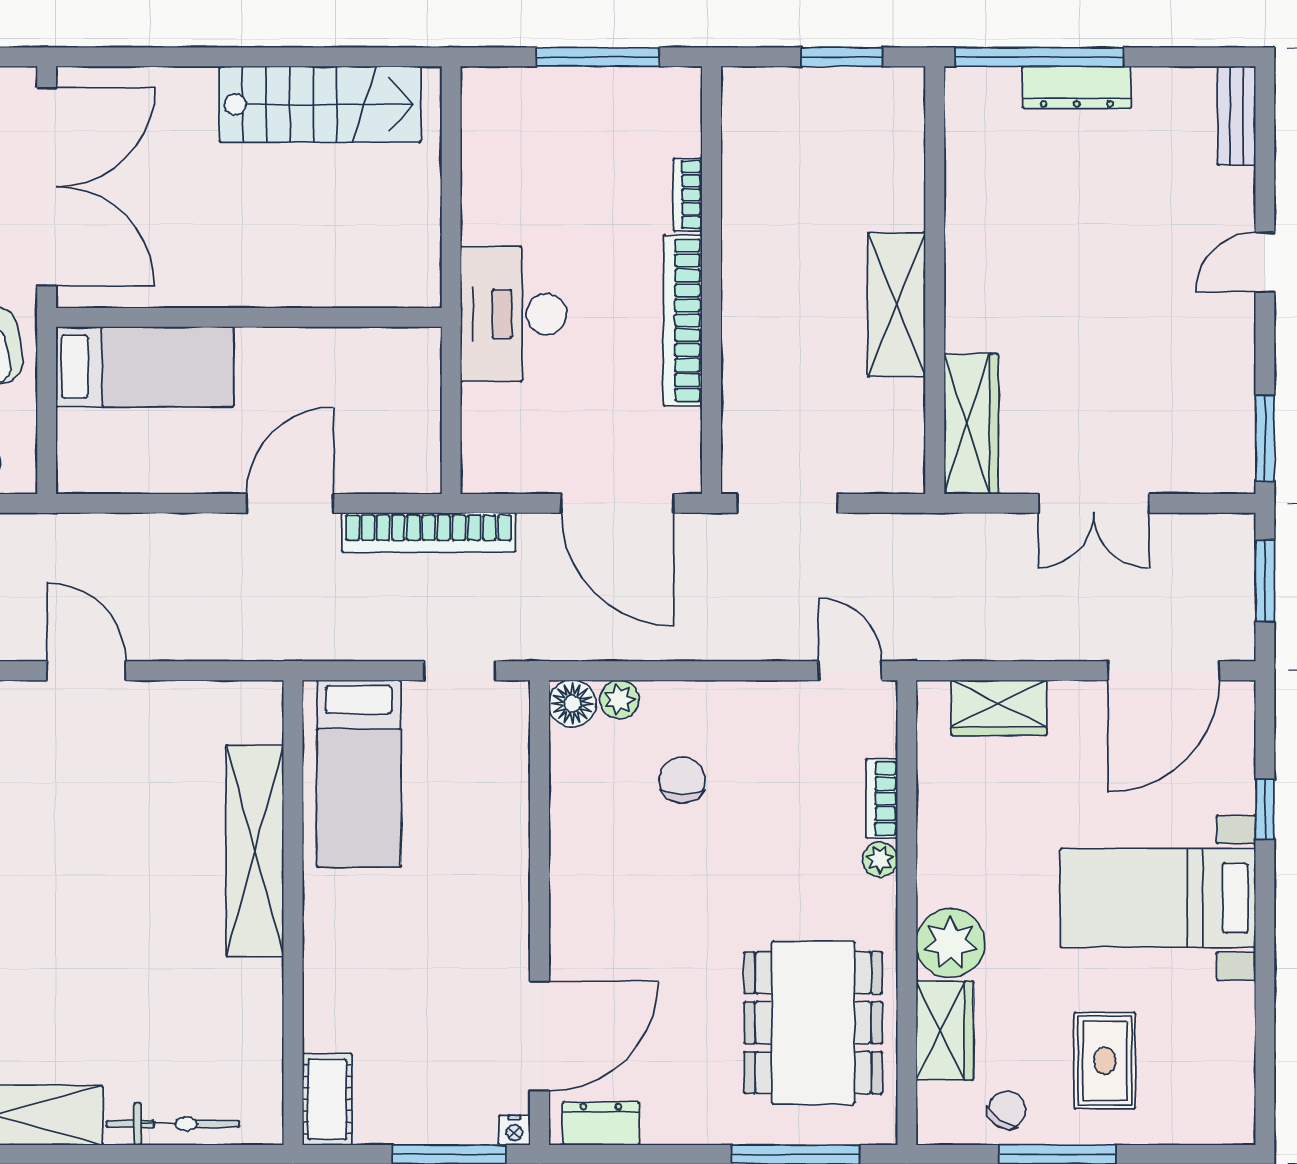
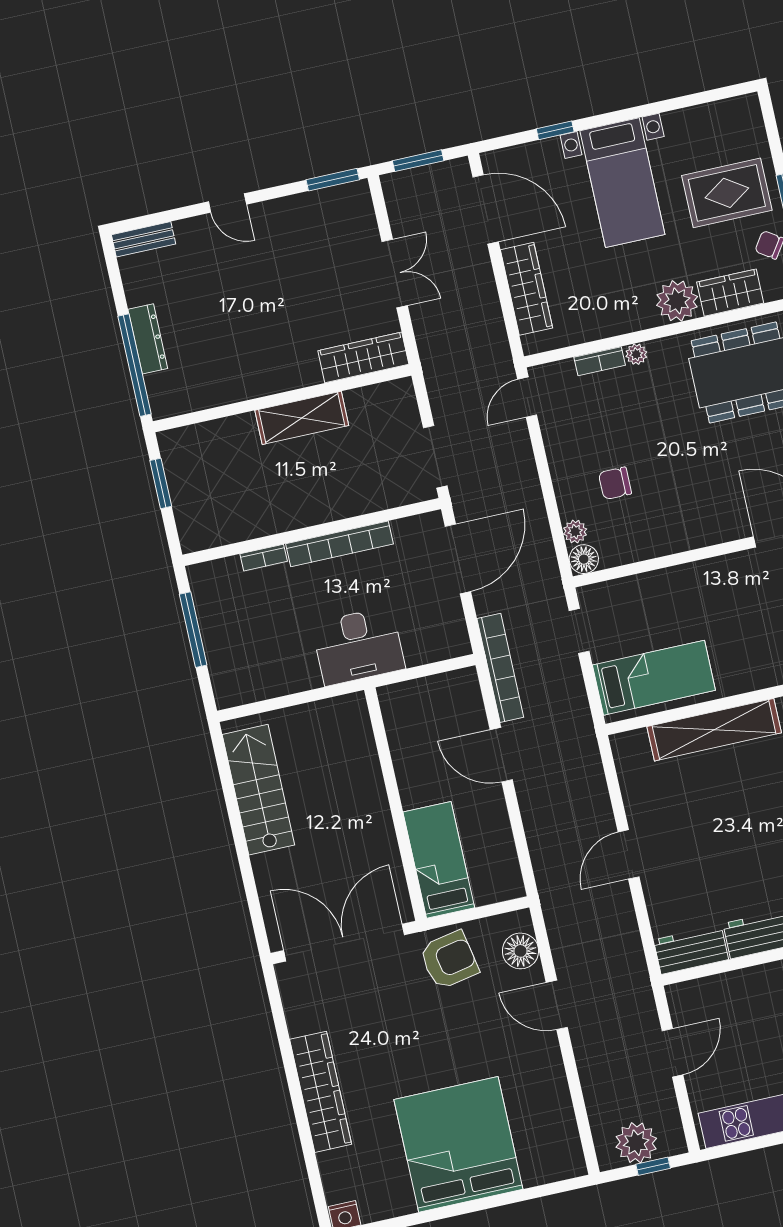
wardrobe: (999, 708) -> (526, 289), width x1.50
rug: (1105, 1061) -> (727, 193), width x1.36, depth x1.43

